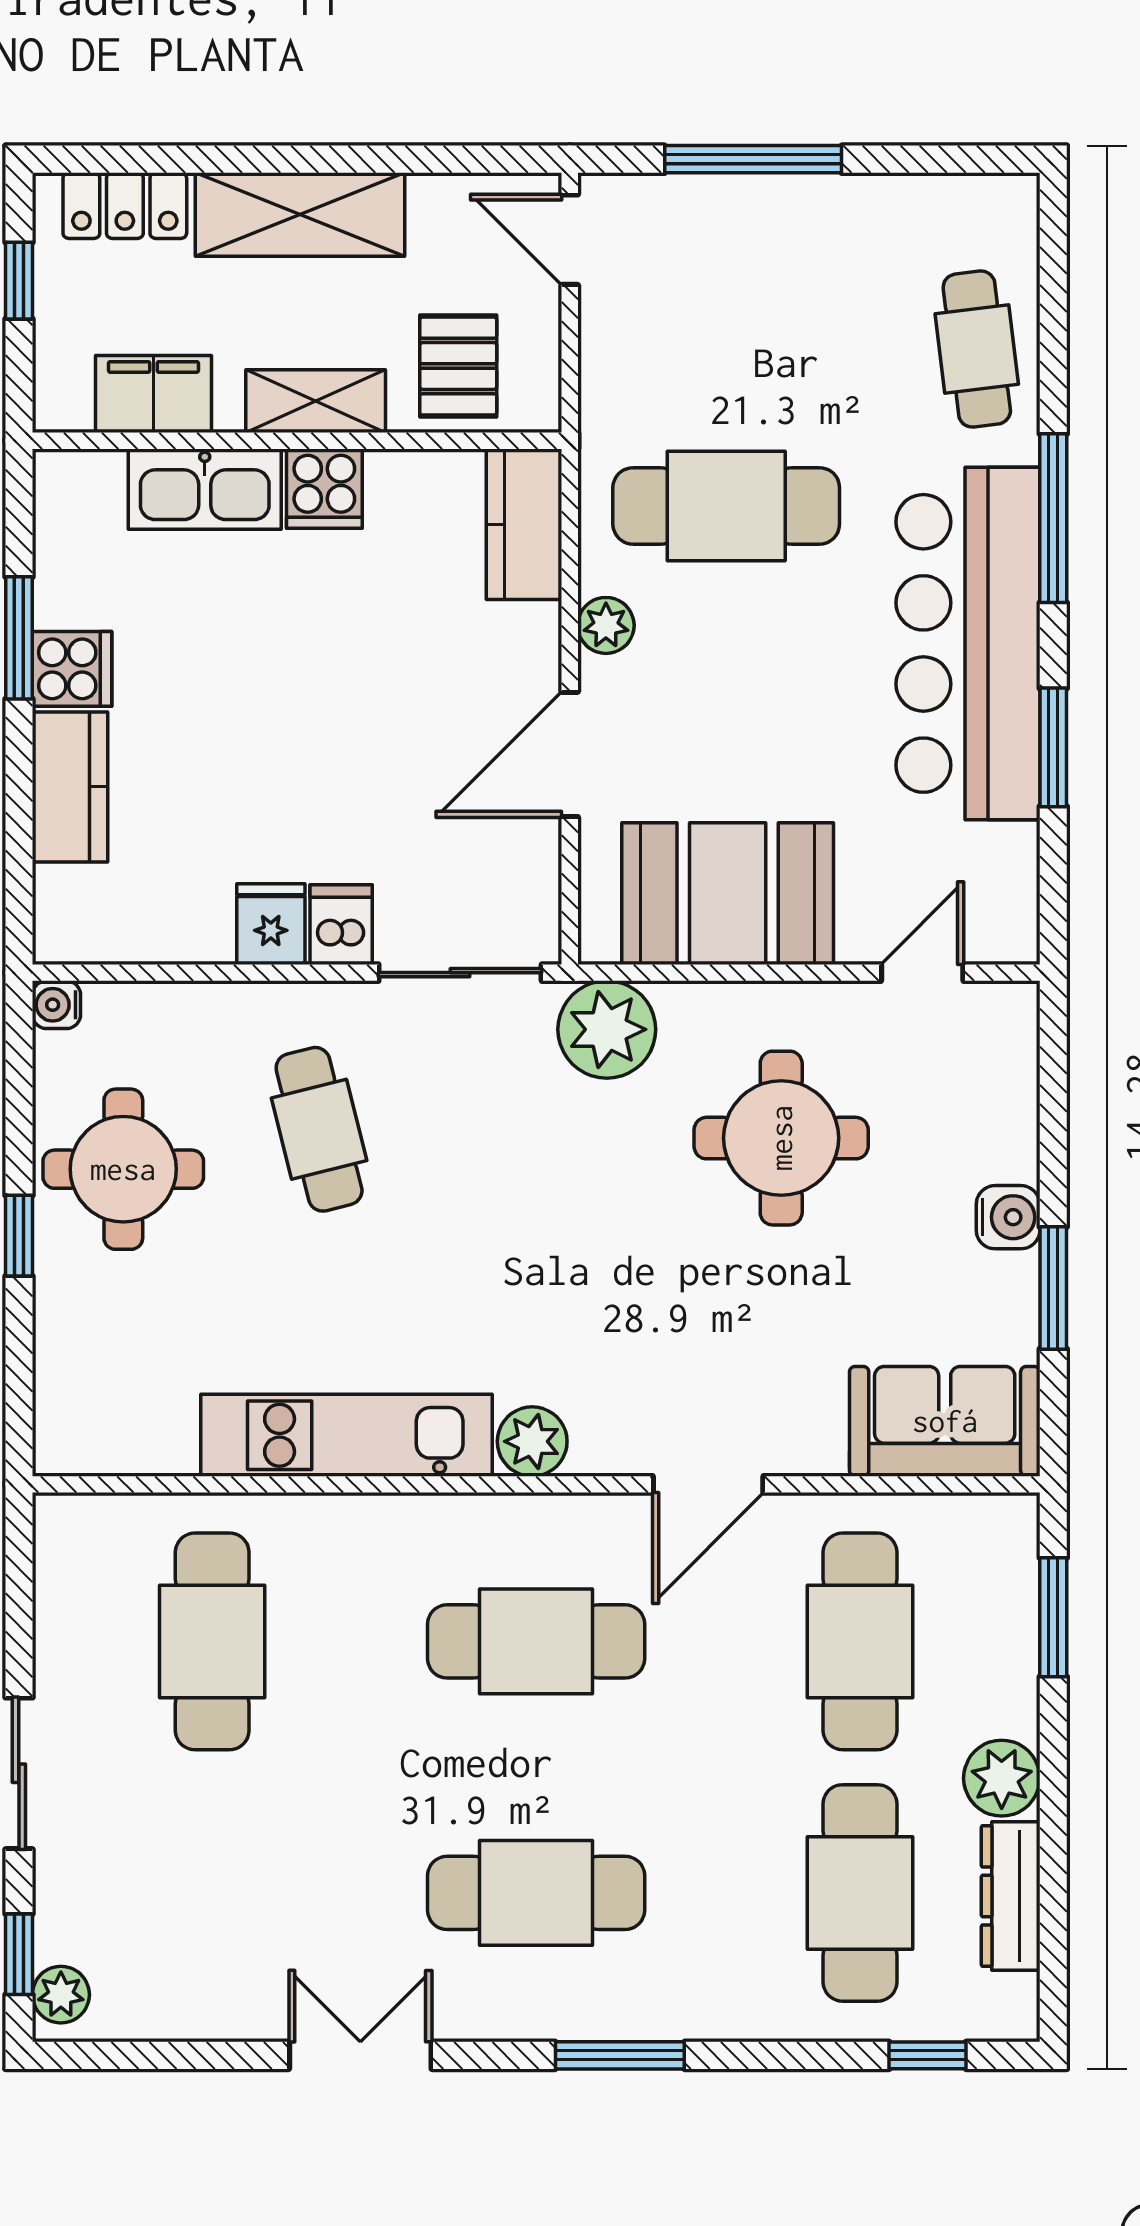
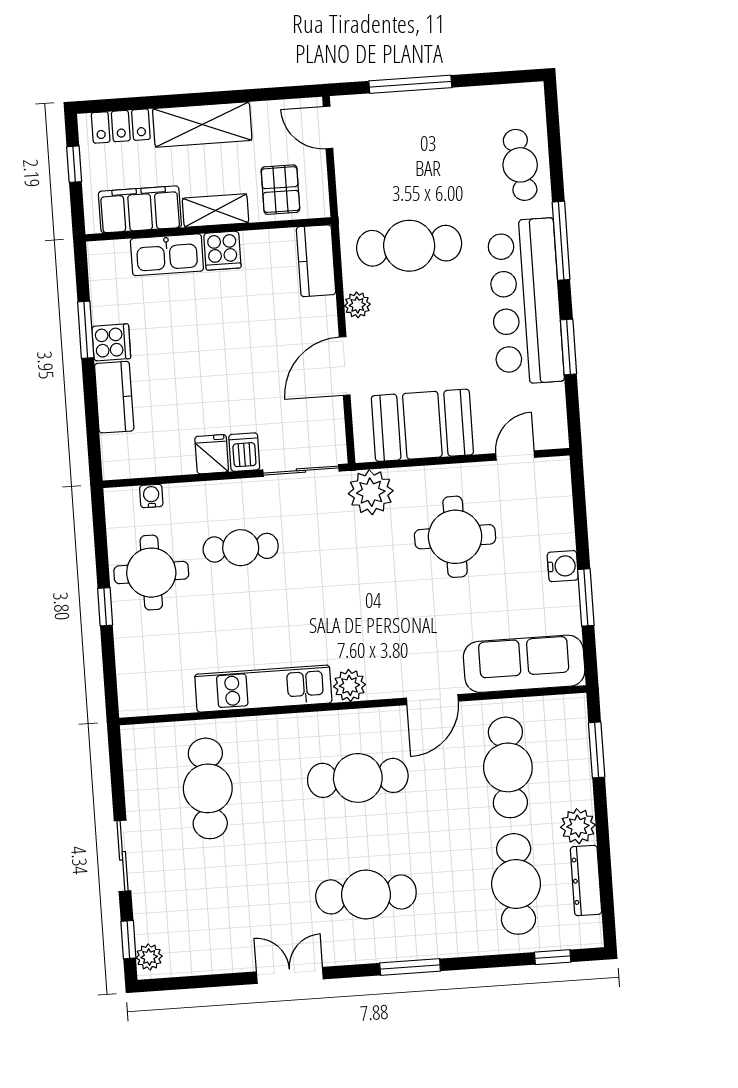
filing cabinet: (153, 394) -> (140, 209), width x1.50, depth x1.17
water cooler: (56, 1005) -> (151, 496), moved, turned 90
cafe table: (319, 1129) -> (241, 548), turned -76
sofa: (945, 1421) -> (524, 664), width x1.36

